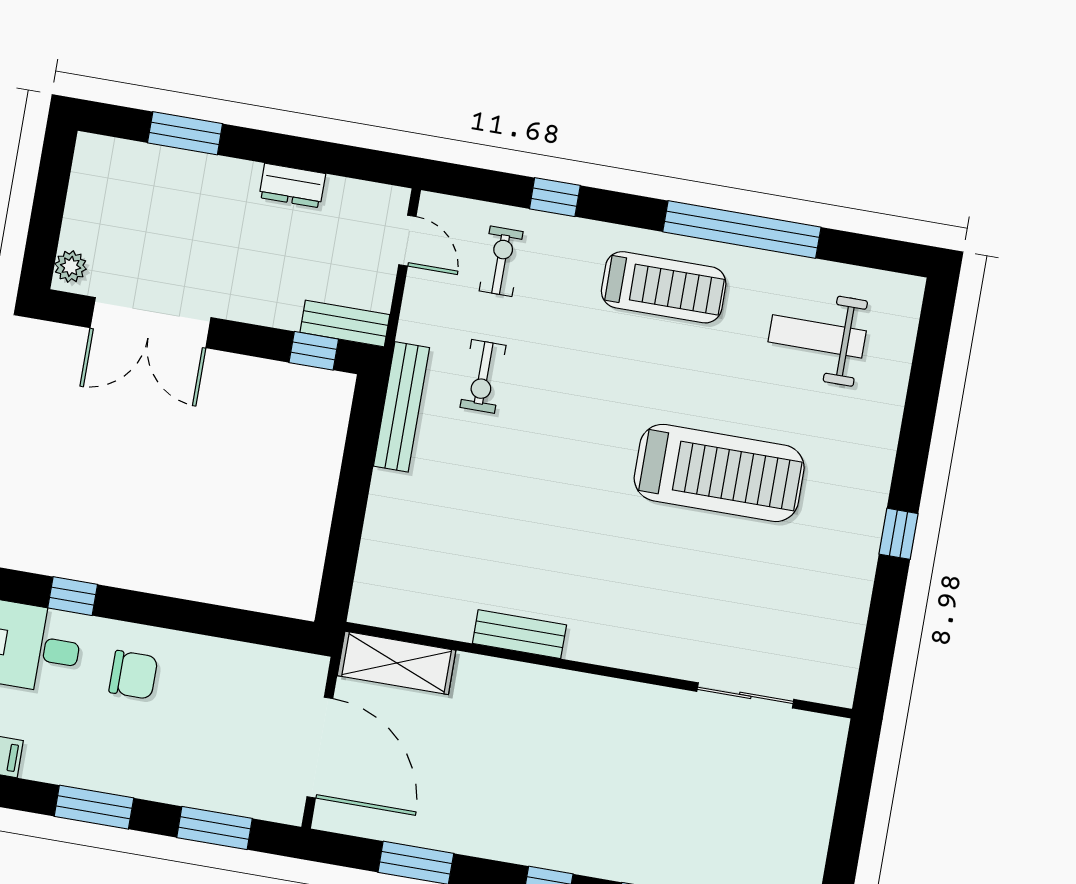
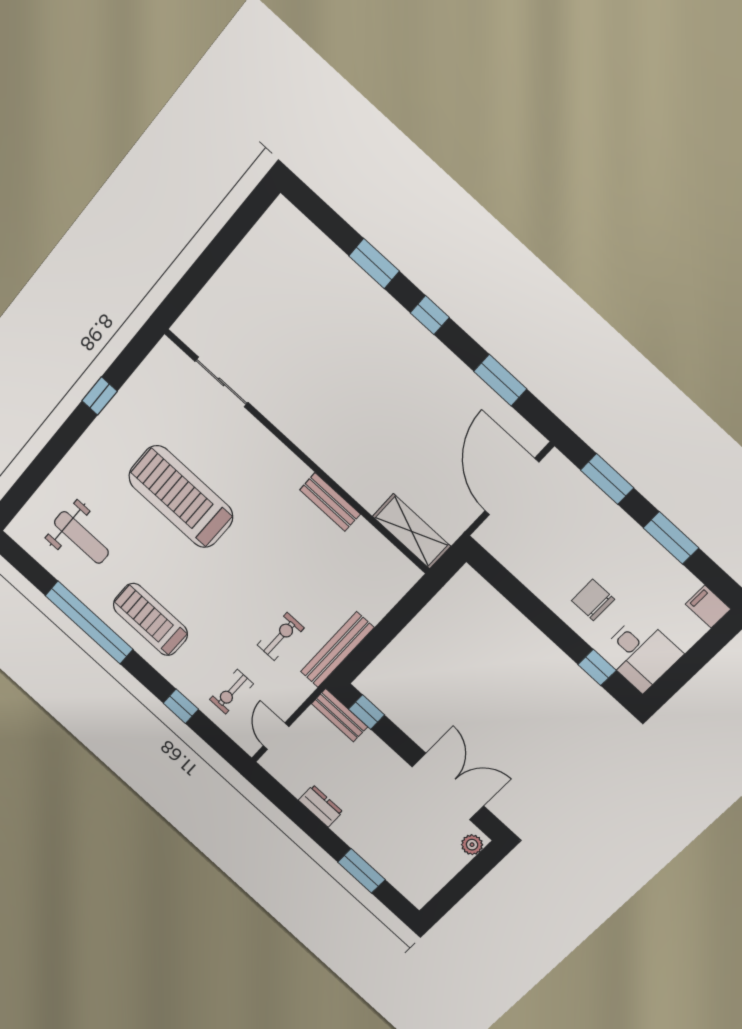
bench: (519, 634) -> (330, 502), moved
shelving: (397, 663) -> (412, 531), moved
wall: (599, 670) -> (297, 452), moved
sliding door: (745, 695) -> (221, 382), moved

